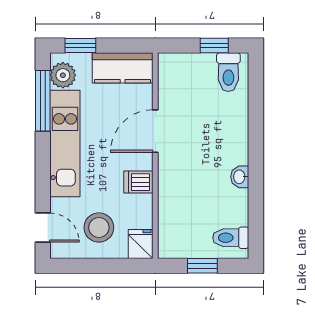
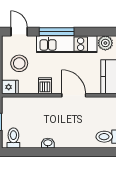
window: (43, 101) -> (57, 32), moved
door: (43, 228) -> (19, 32), swing flipped

